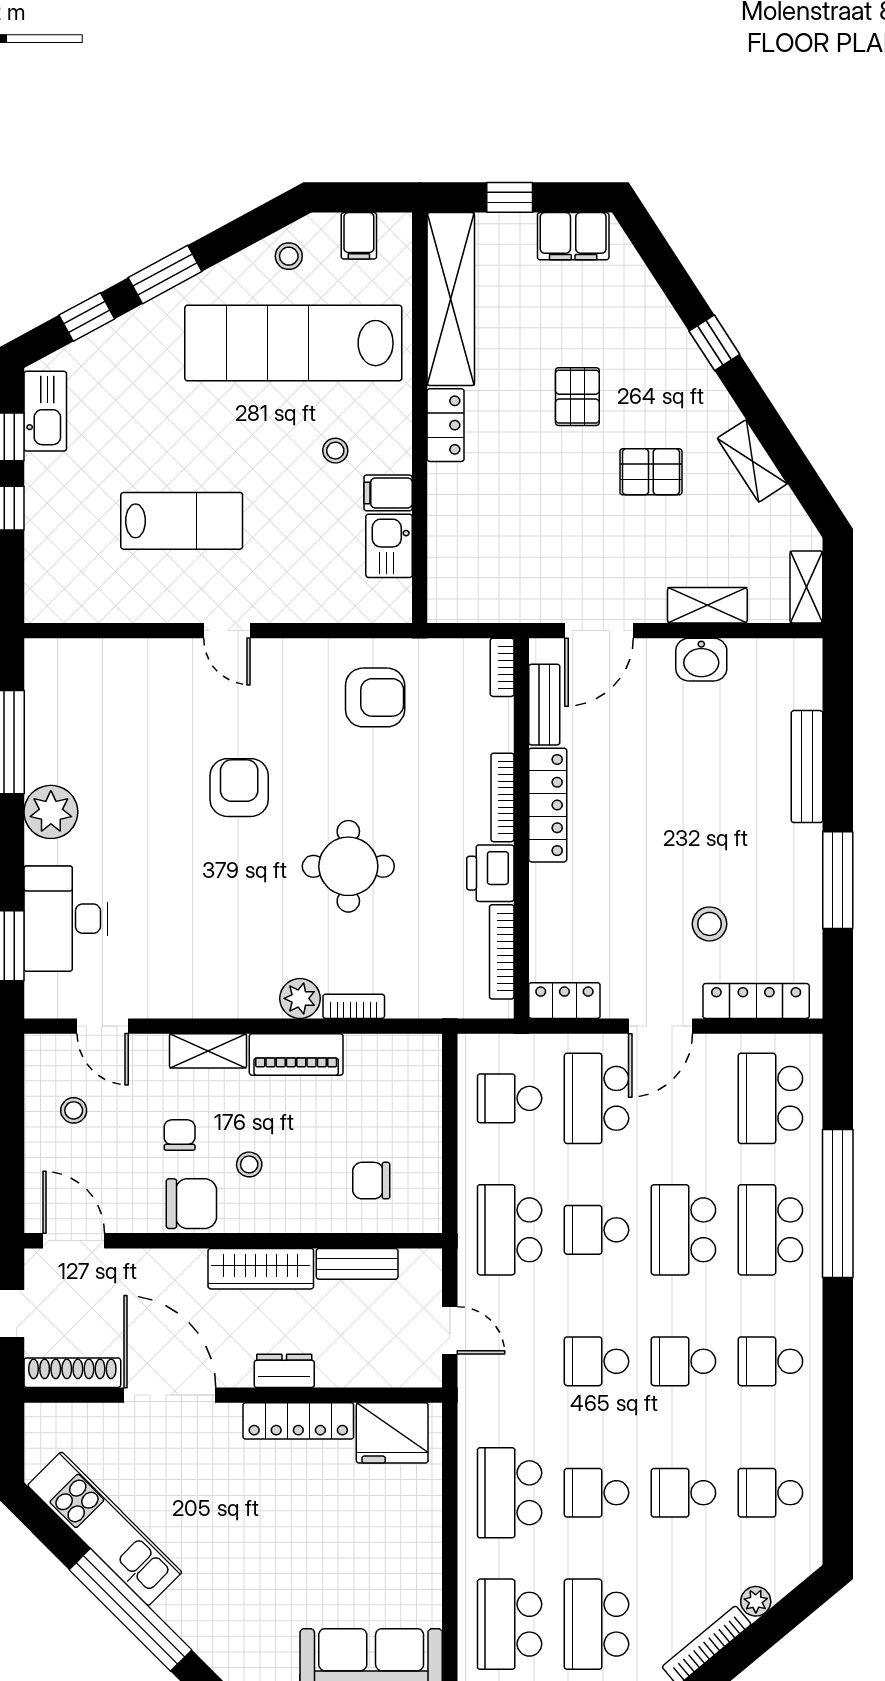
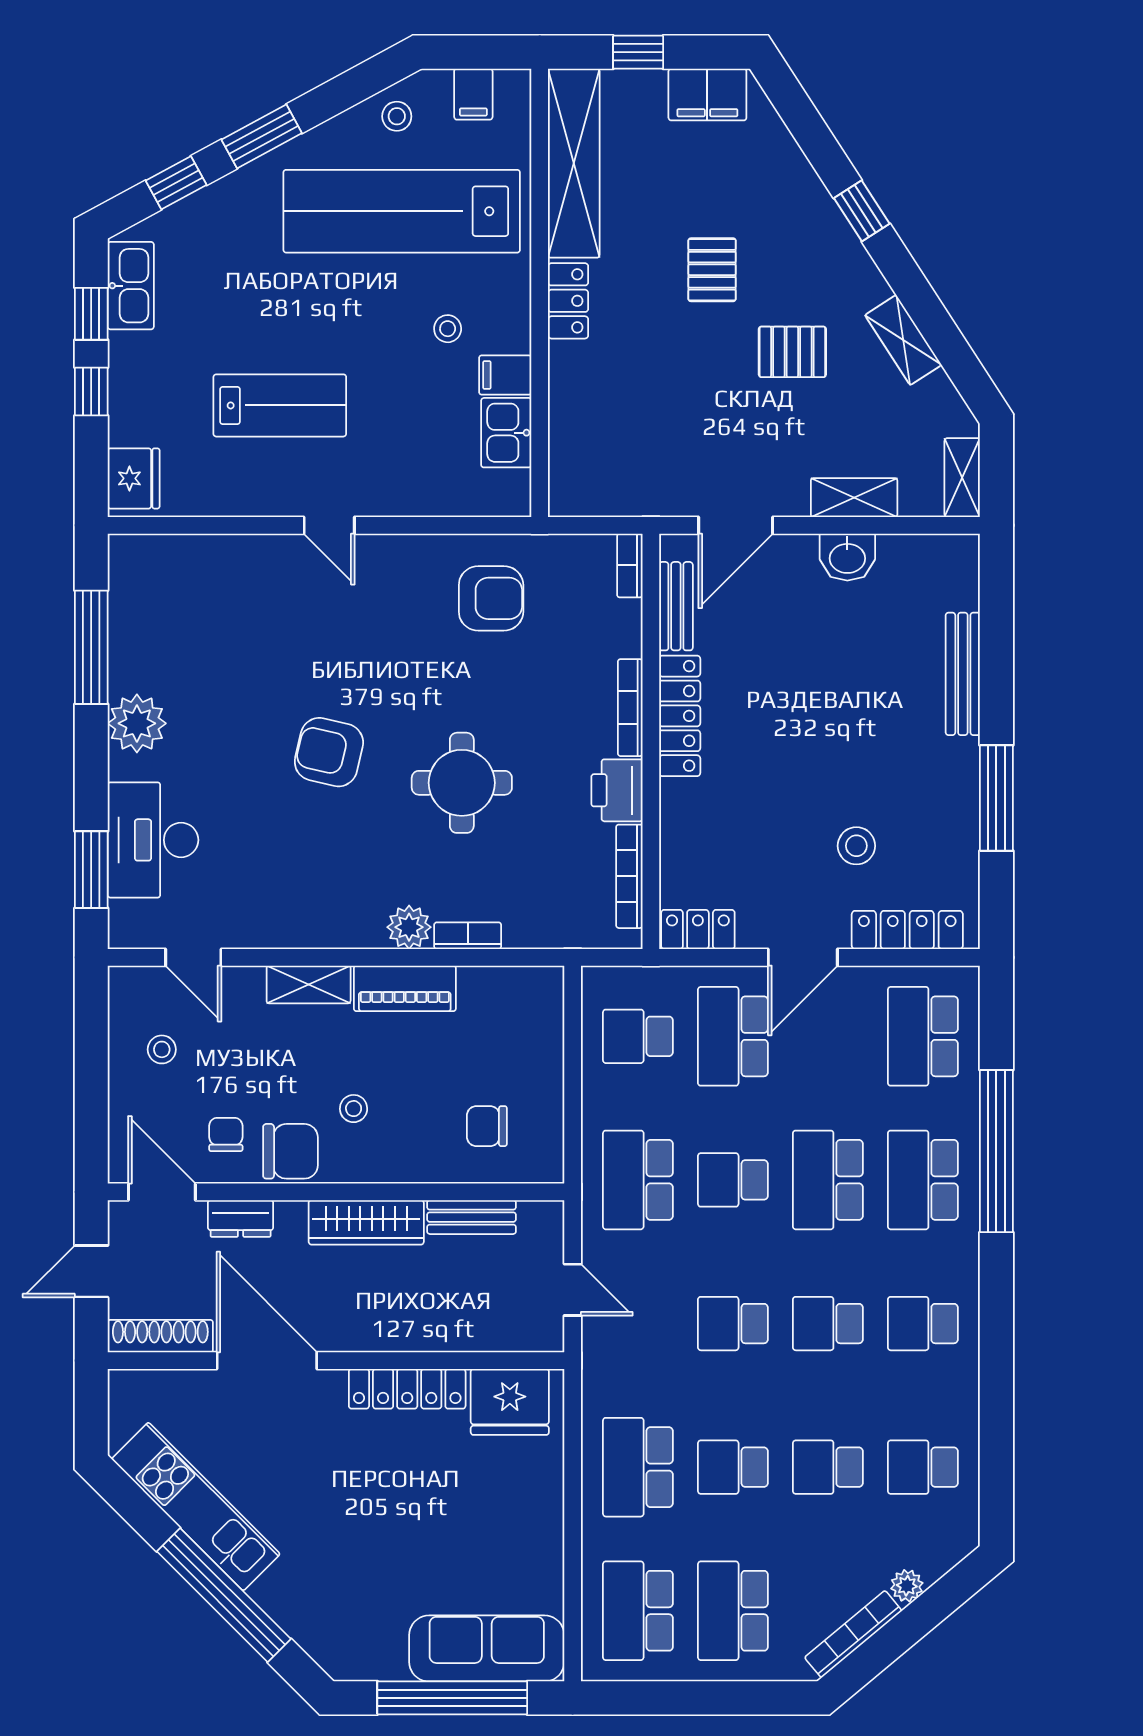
fridge: (48, 588) -> (134, 478), added
armchair: (239, 788) -> (329, 752), moved, turned -77
chair: (180, 1135) -> (226, 1134), moved
dresser: (284, 1371) -> (241, 1218), moved, turned 180

